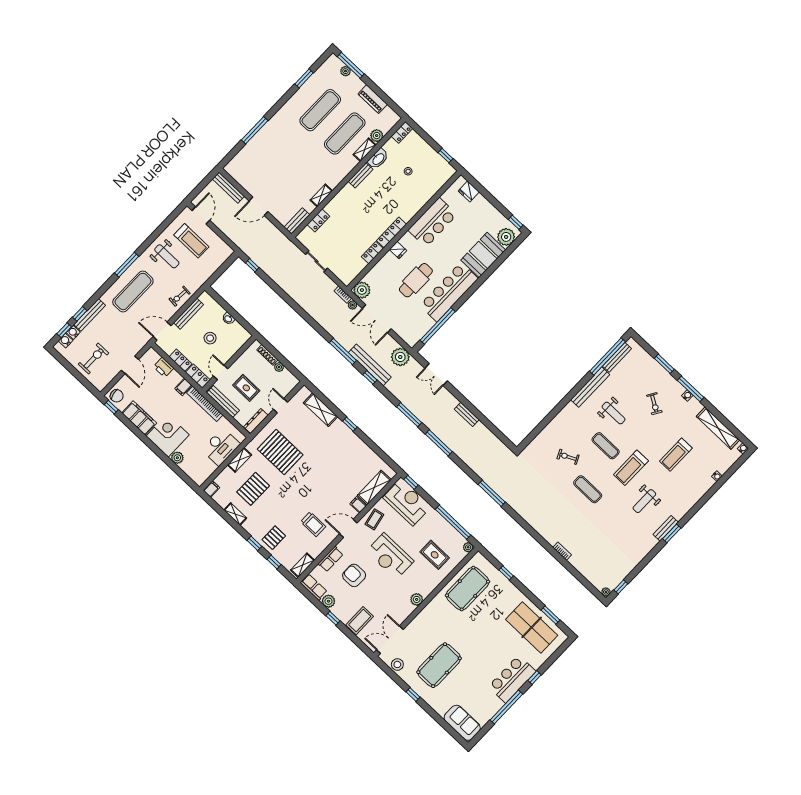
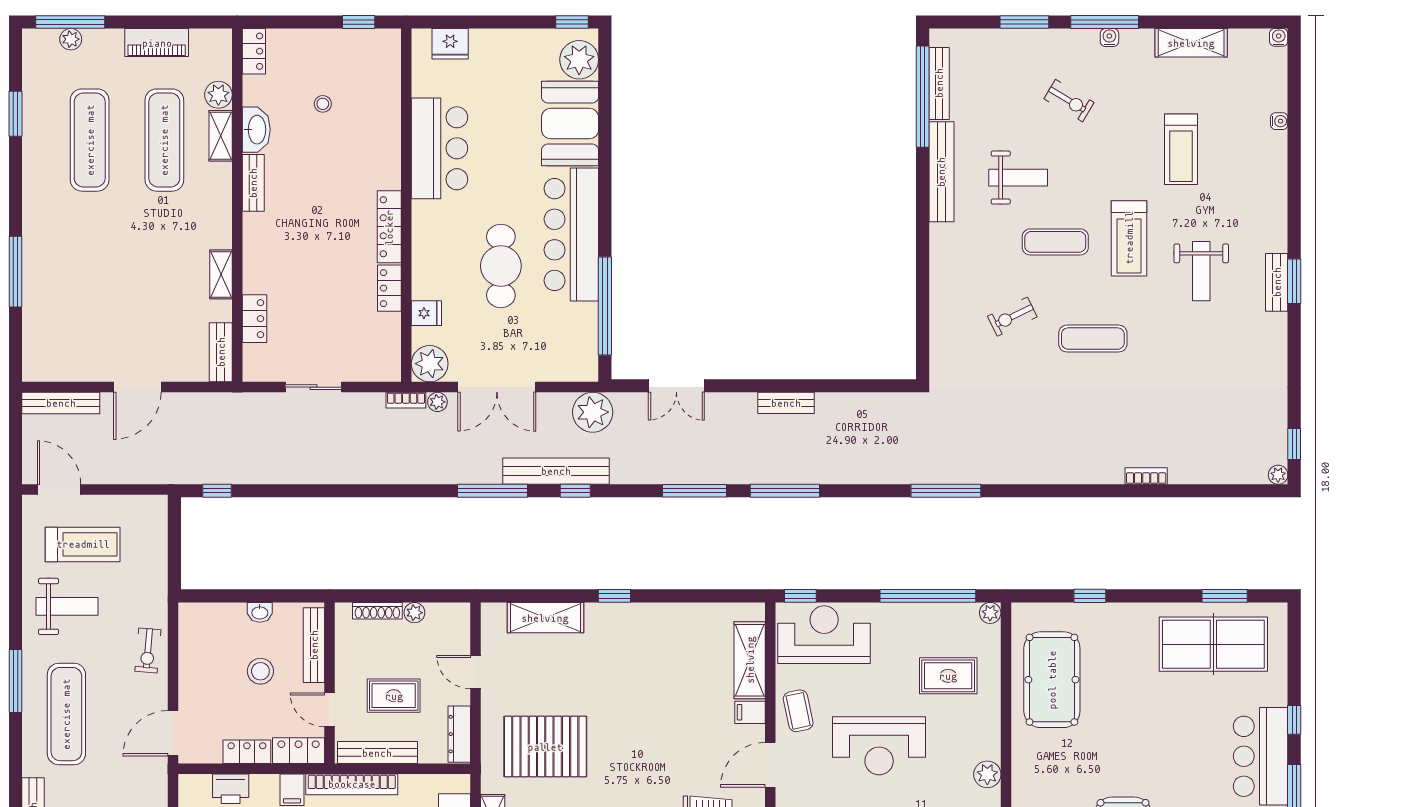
fridge: (398, 250) -> (426, 313), moved
bench: (188, 314) -> (314, 645), moved
shelving: (718, 428) -> (1191, 43), width x0.68

